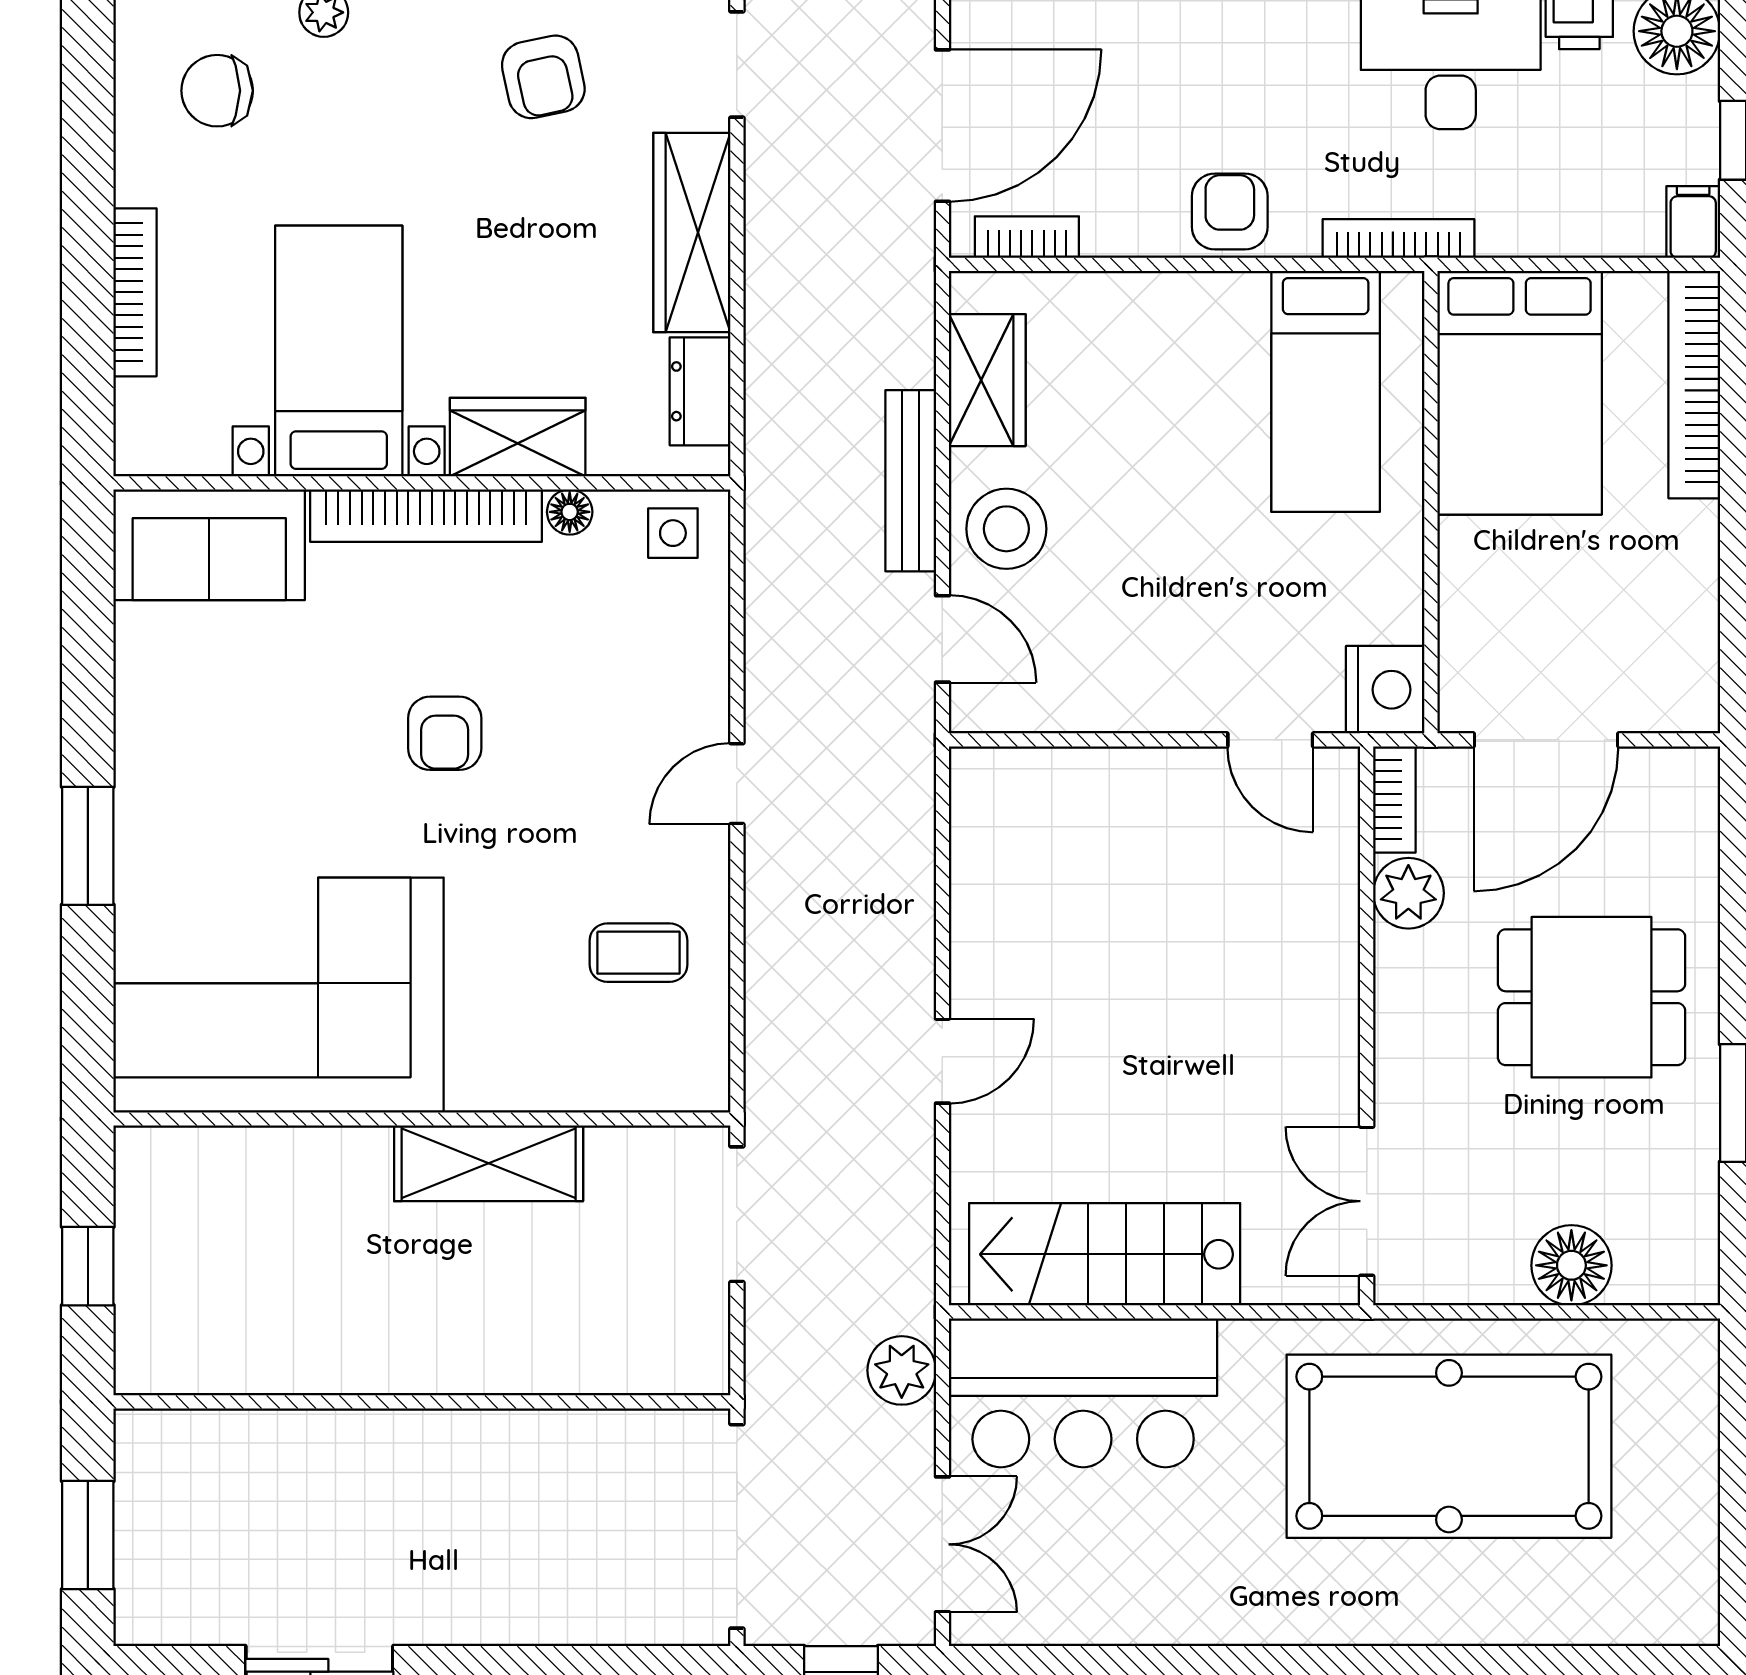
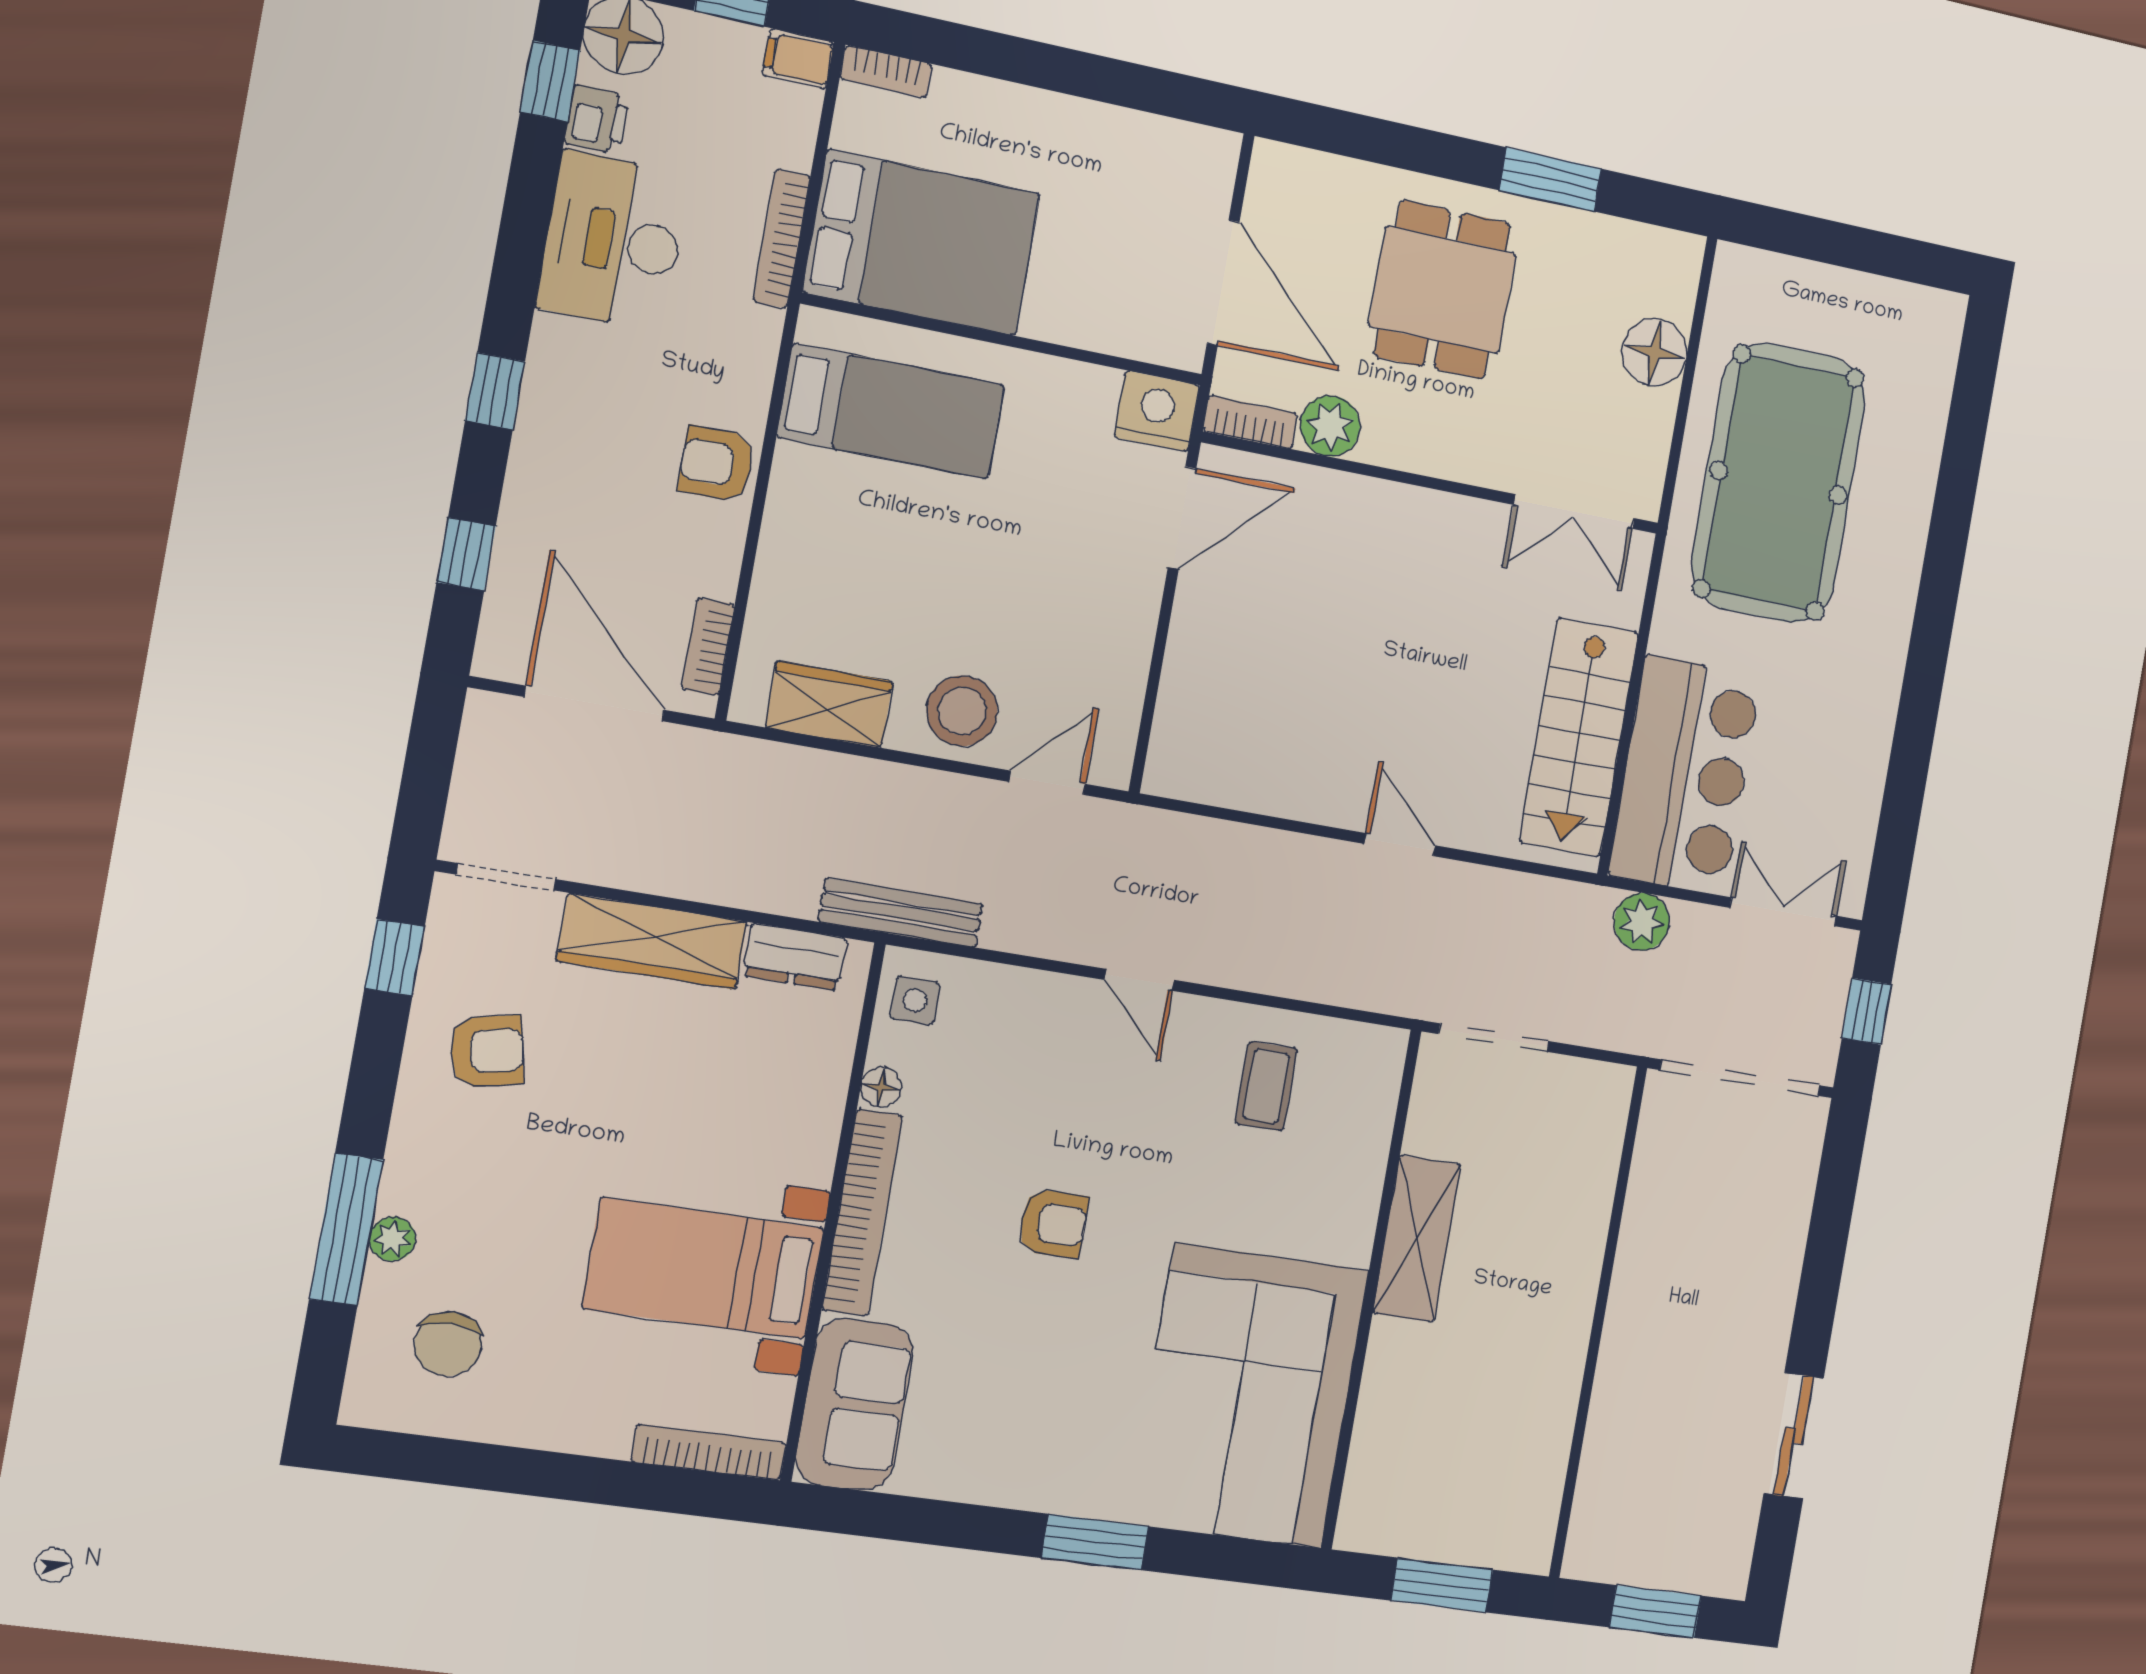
bookcase: (1398, 239) -> (782, 239), moved
bookcase: (135, 292) -> (709, 1452), moved
bookcase: (1694, 385) -> (886, 72), width x0.43, depth x0.76
wardrobe: (518, 437) -> (807, 1123), removed
bench: (911, 481) -> (901, 913), moved
door: (1270, 740) -> (1182, 518), width x1.38
window: (88, 1266) -> (1442, 1585), width x1.50

